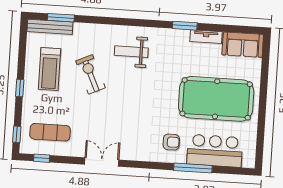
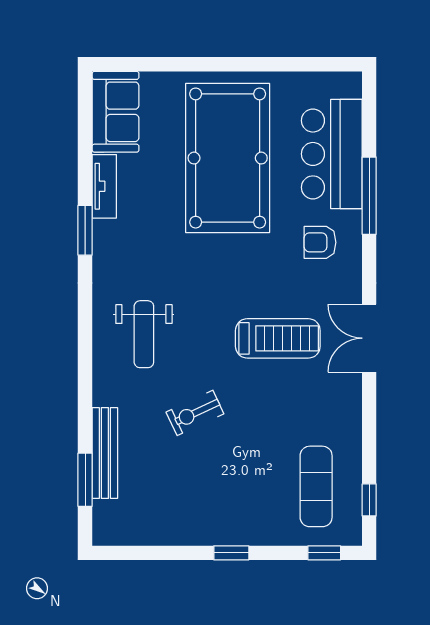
bench: (50, 27) -> (105, 453), moved
treadmill: (50, 69) -> (278, 338), moved
exercise bike: (90, 74) -> (195, 413), width x0.73, depth x0.72
armchair: (171, 142) -> (320, 242), turned -90
double door: (102, 162) -> (369, 338), moved

